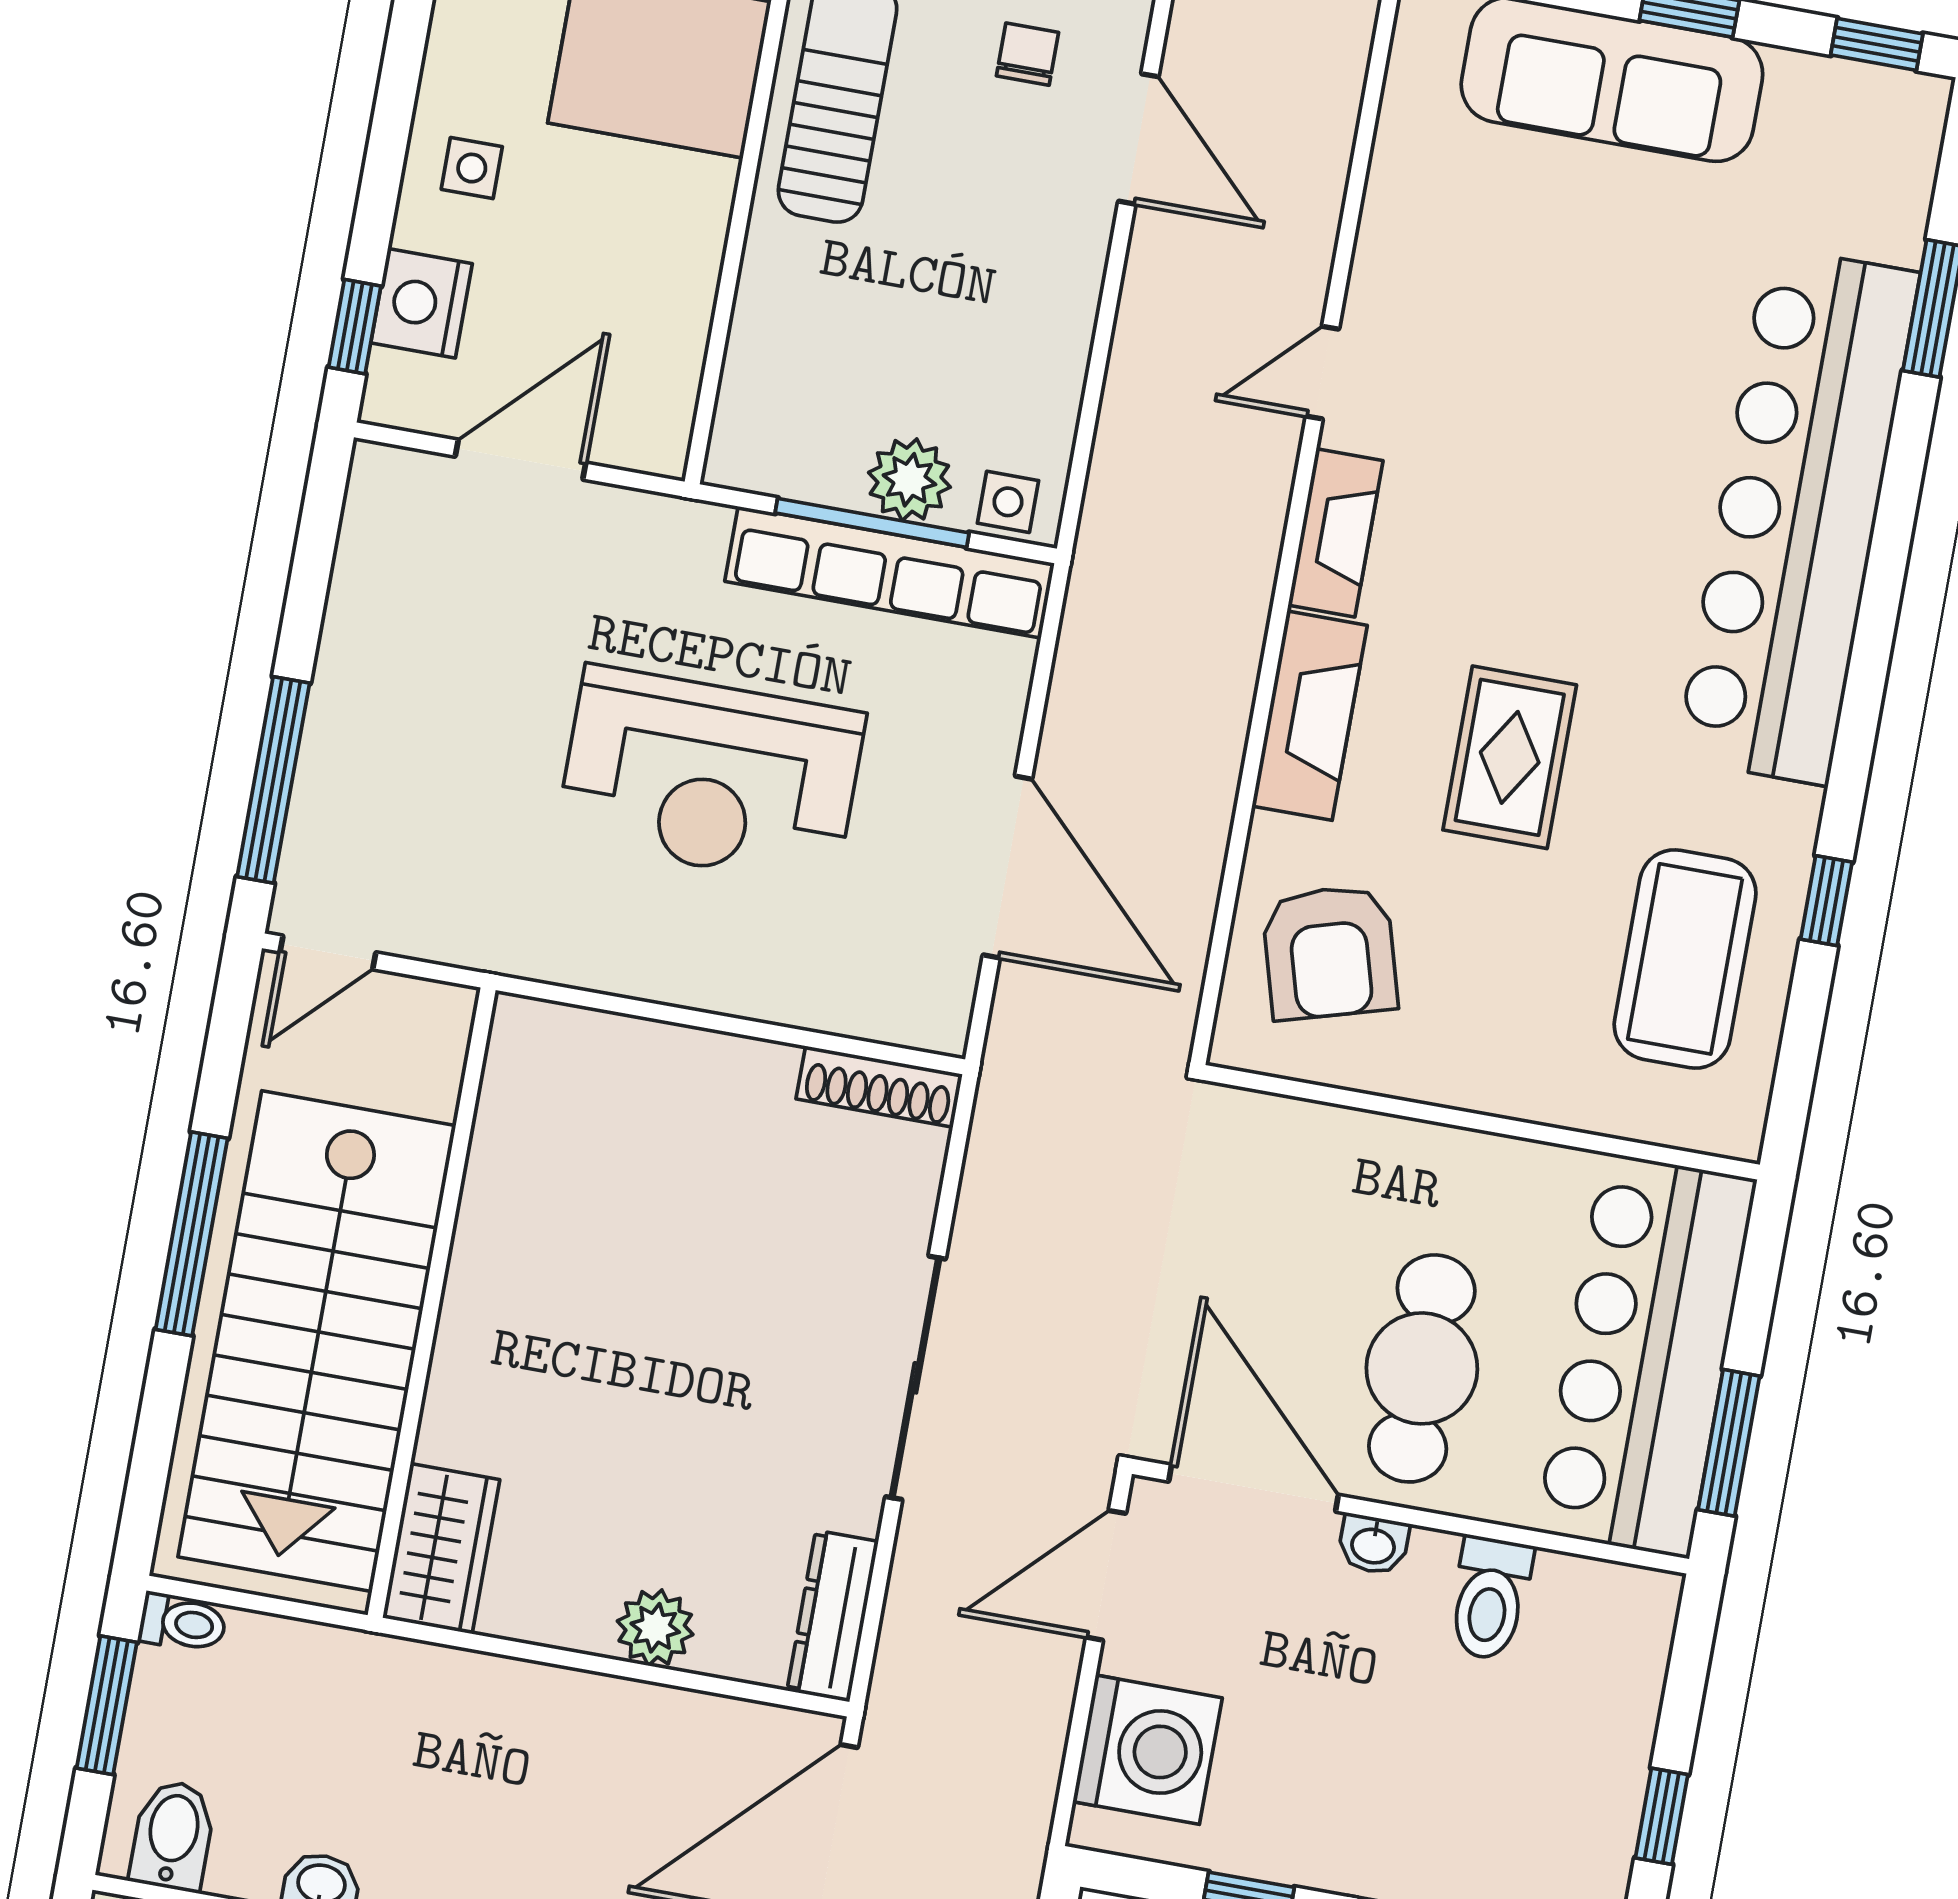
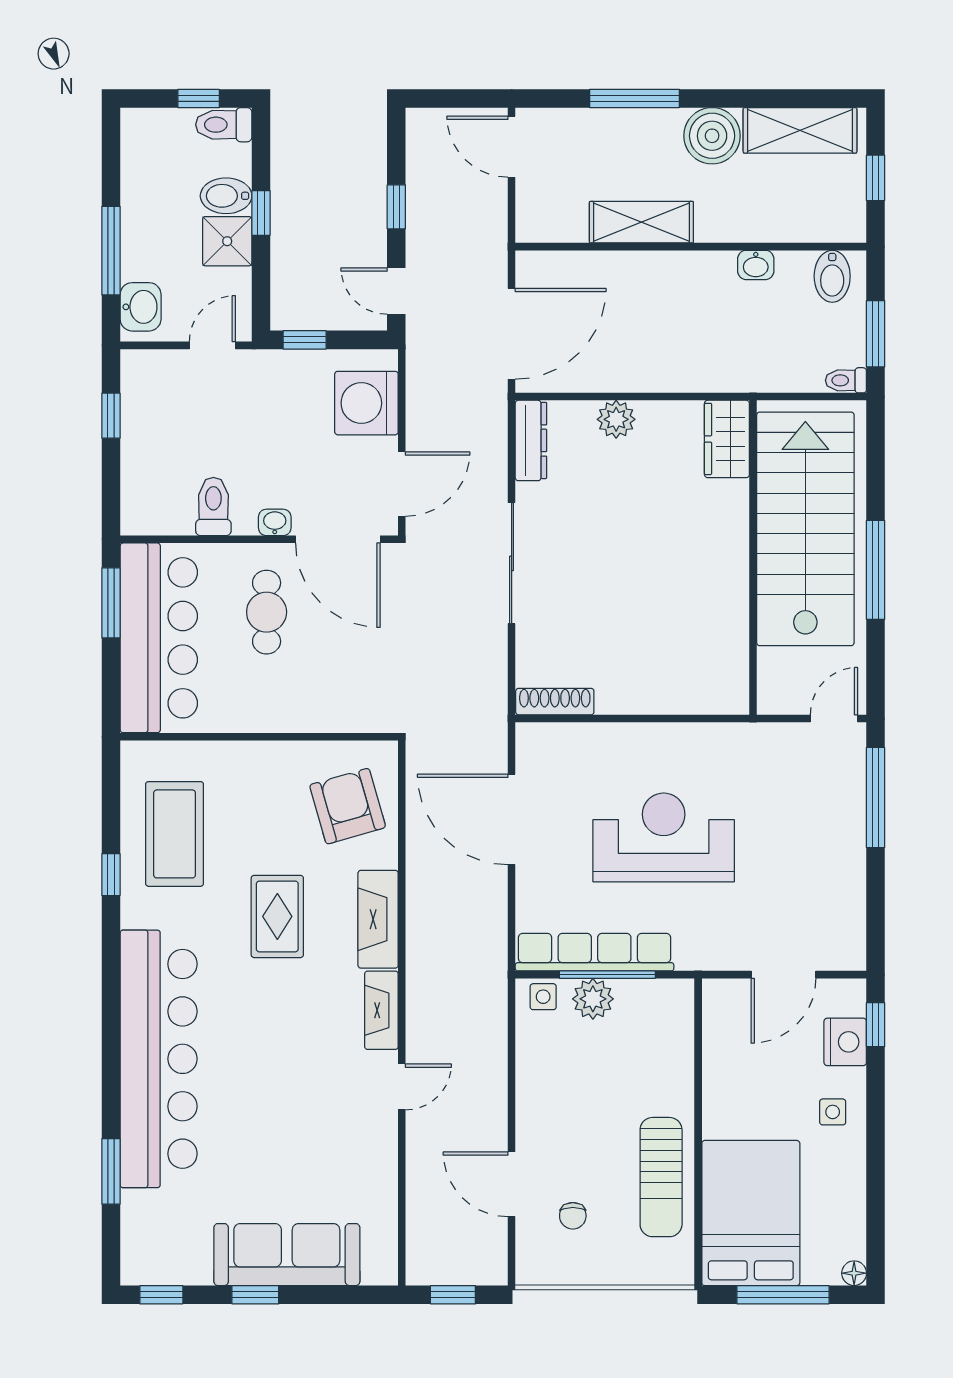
cafe table: (1422, 1368) -> (267, 612), width x0.73, depth x0.74

